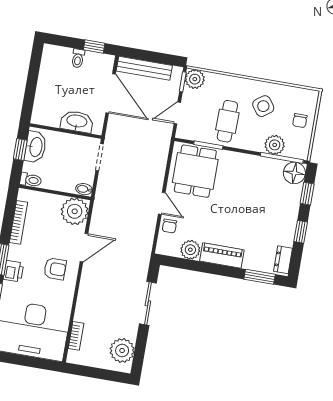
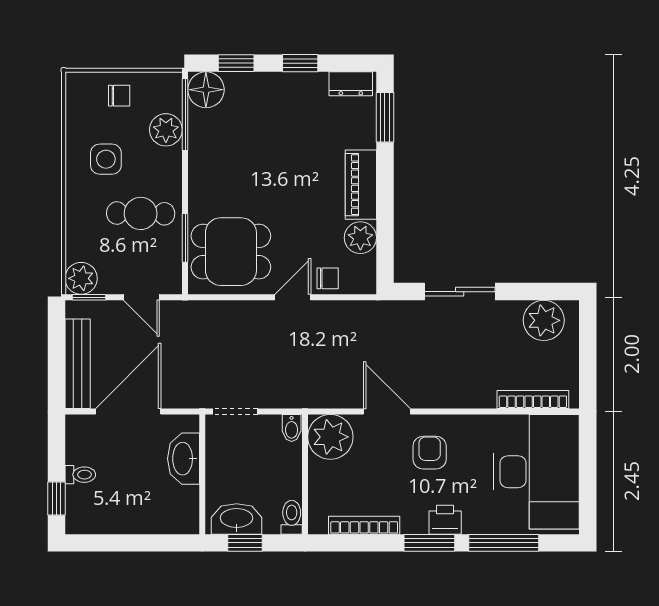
window: (94, 47) -> (57, 499), moved
side table: (263, 106) -> (106, 159), turned 36
bookcase: (76, 336) -> (533, 399), width x1.56

